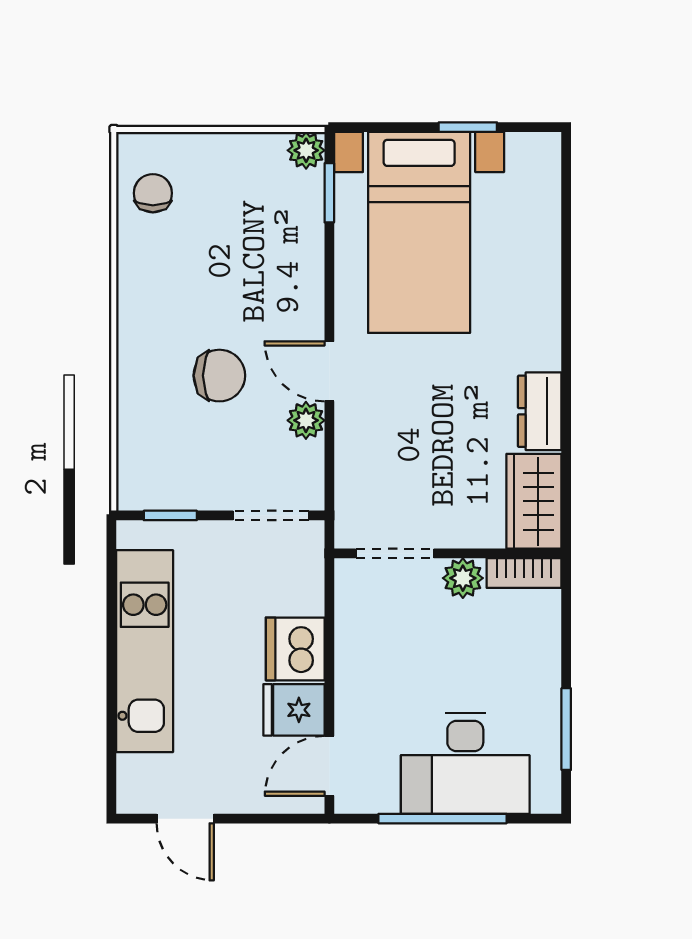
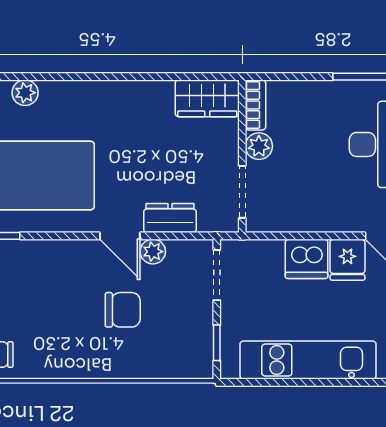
plant: (542, 230) -> (25, 93), added
door: (329, 371) -> (120, 236), hinge flipped
chair: (219, 376) -> (123, 310), turned 90
dresser: (540, 411) -> (170, 218), moved, turned 180

